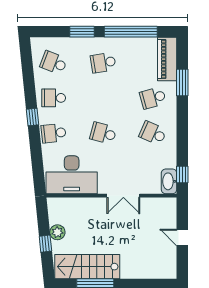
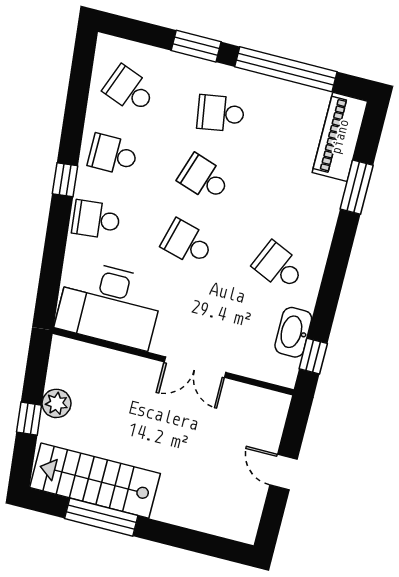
school desk: (153, 98) -> (204, 178), moved, turned 33
washbasin: (169, 181) -> (293, 332), moved

